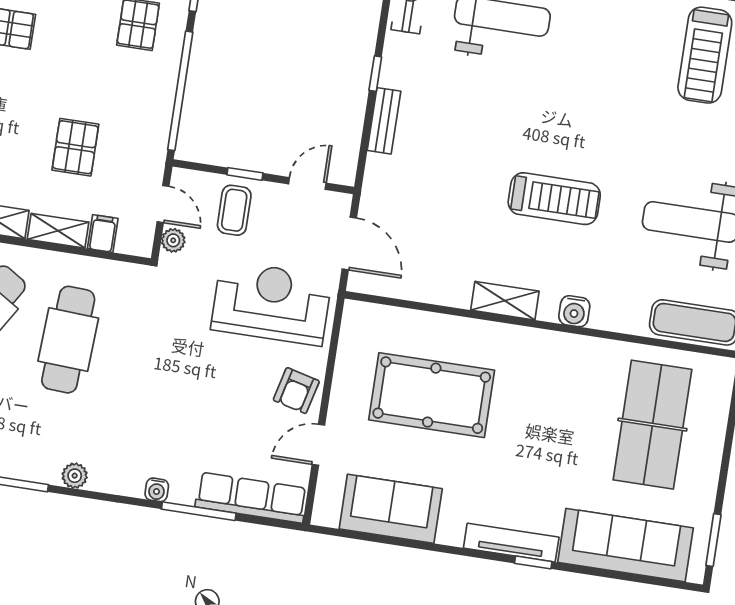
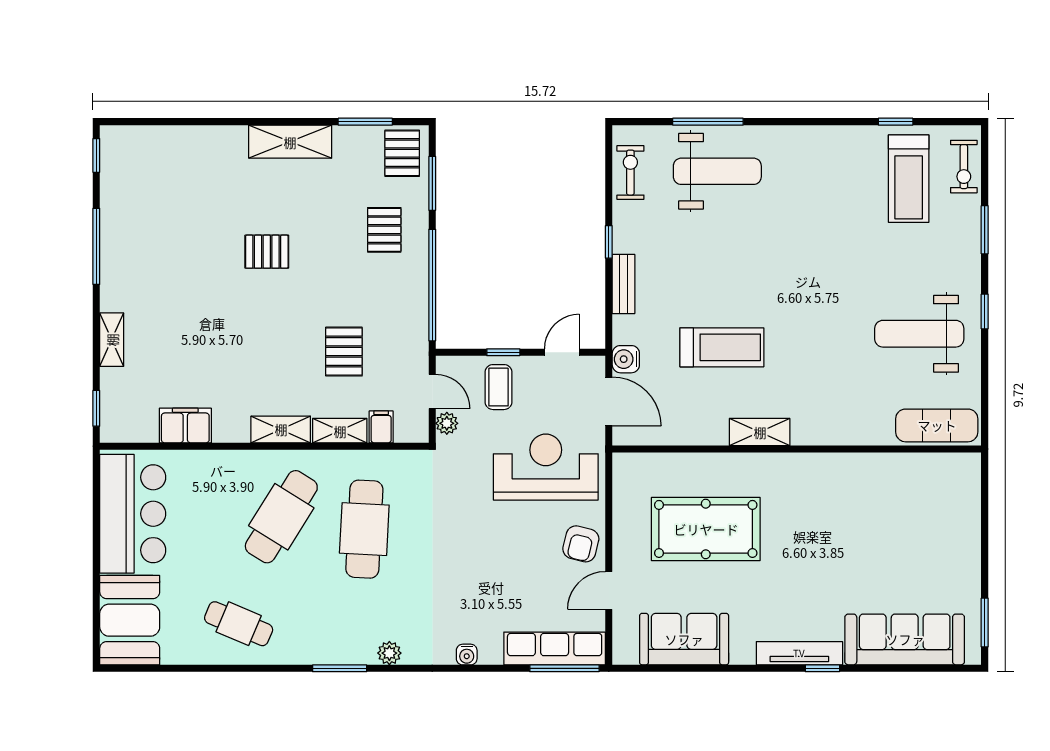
treadmill: (554, 199) -> (722, 347), moved
water cooler: (574, 311) -> (626, 359), moved, turned 90
table tennis table: (652, 425) -> (912, 525), removed
window: (199, 511) -> (564, 668), moved

